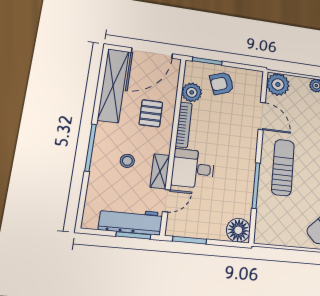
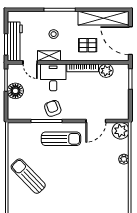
armchair: (222, 83) -> (53, 108), moved
floor lamp: (238, 230) -> (15, 91), moved

